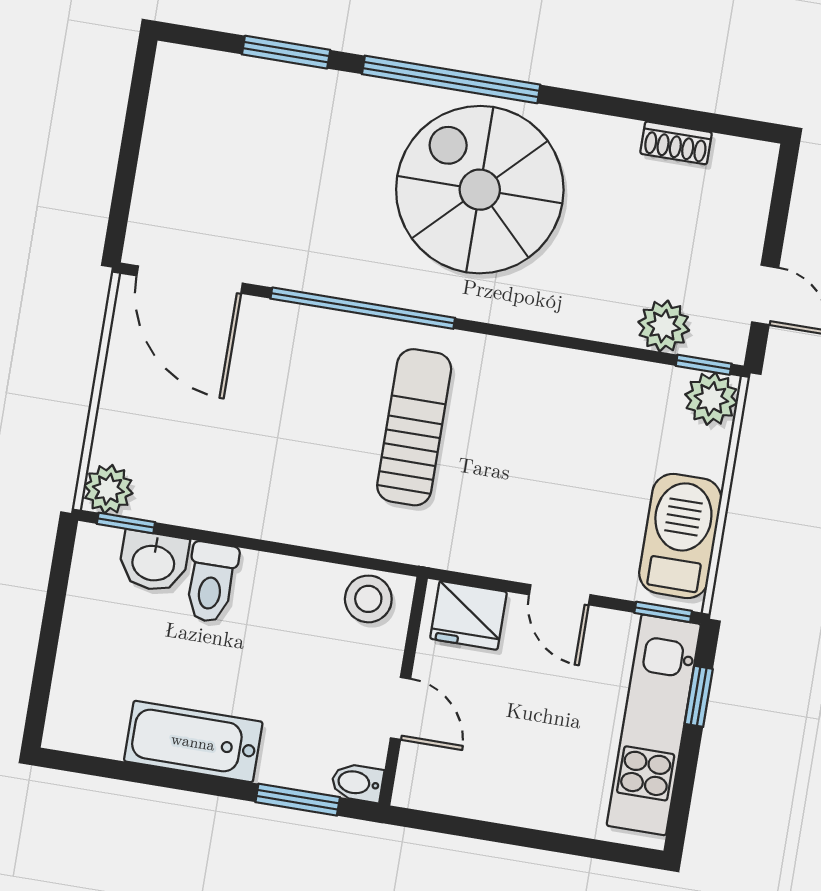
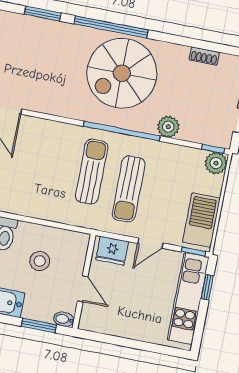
spiral stairs: (480, 190) -> (122, 73), turned -90
window: (363, 308) -> (122, 131), moved
plant: (664, 326) -> (168, 127), moved
sun lounger: (504, 466) -> (129, 189), added
door: (560, 595) -> (150, 243), hinge flipped
stool: (368, 599) -> (40, 261), moved

